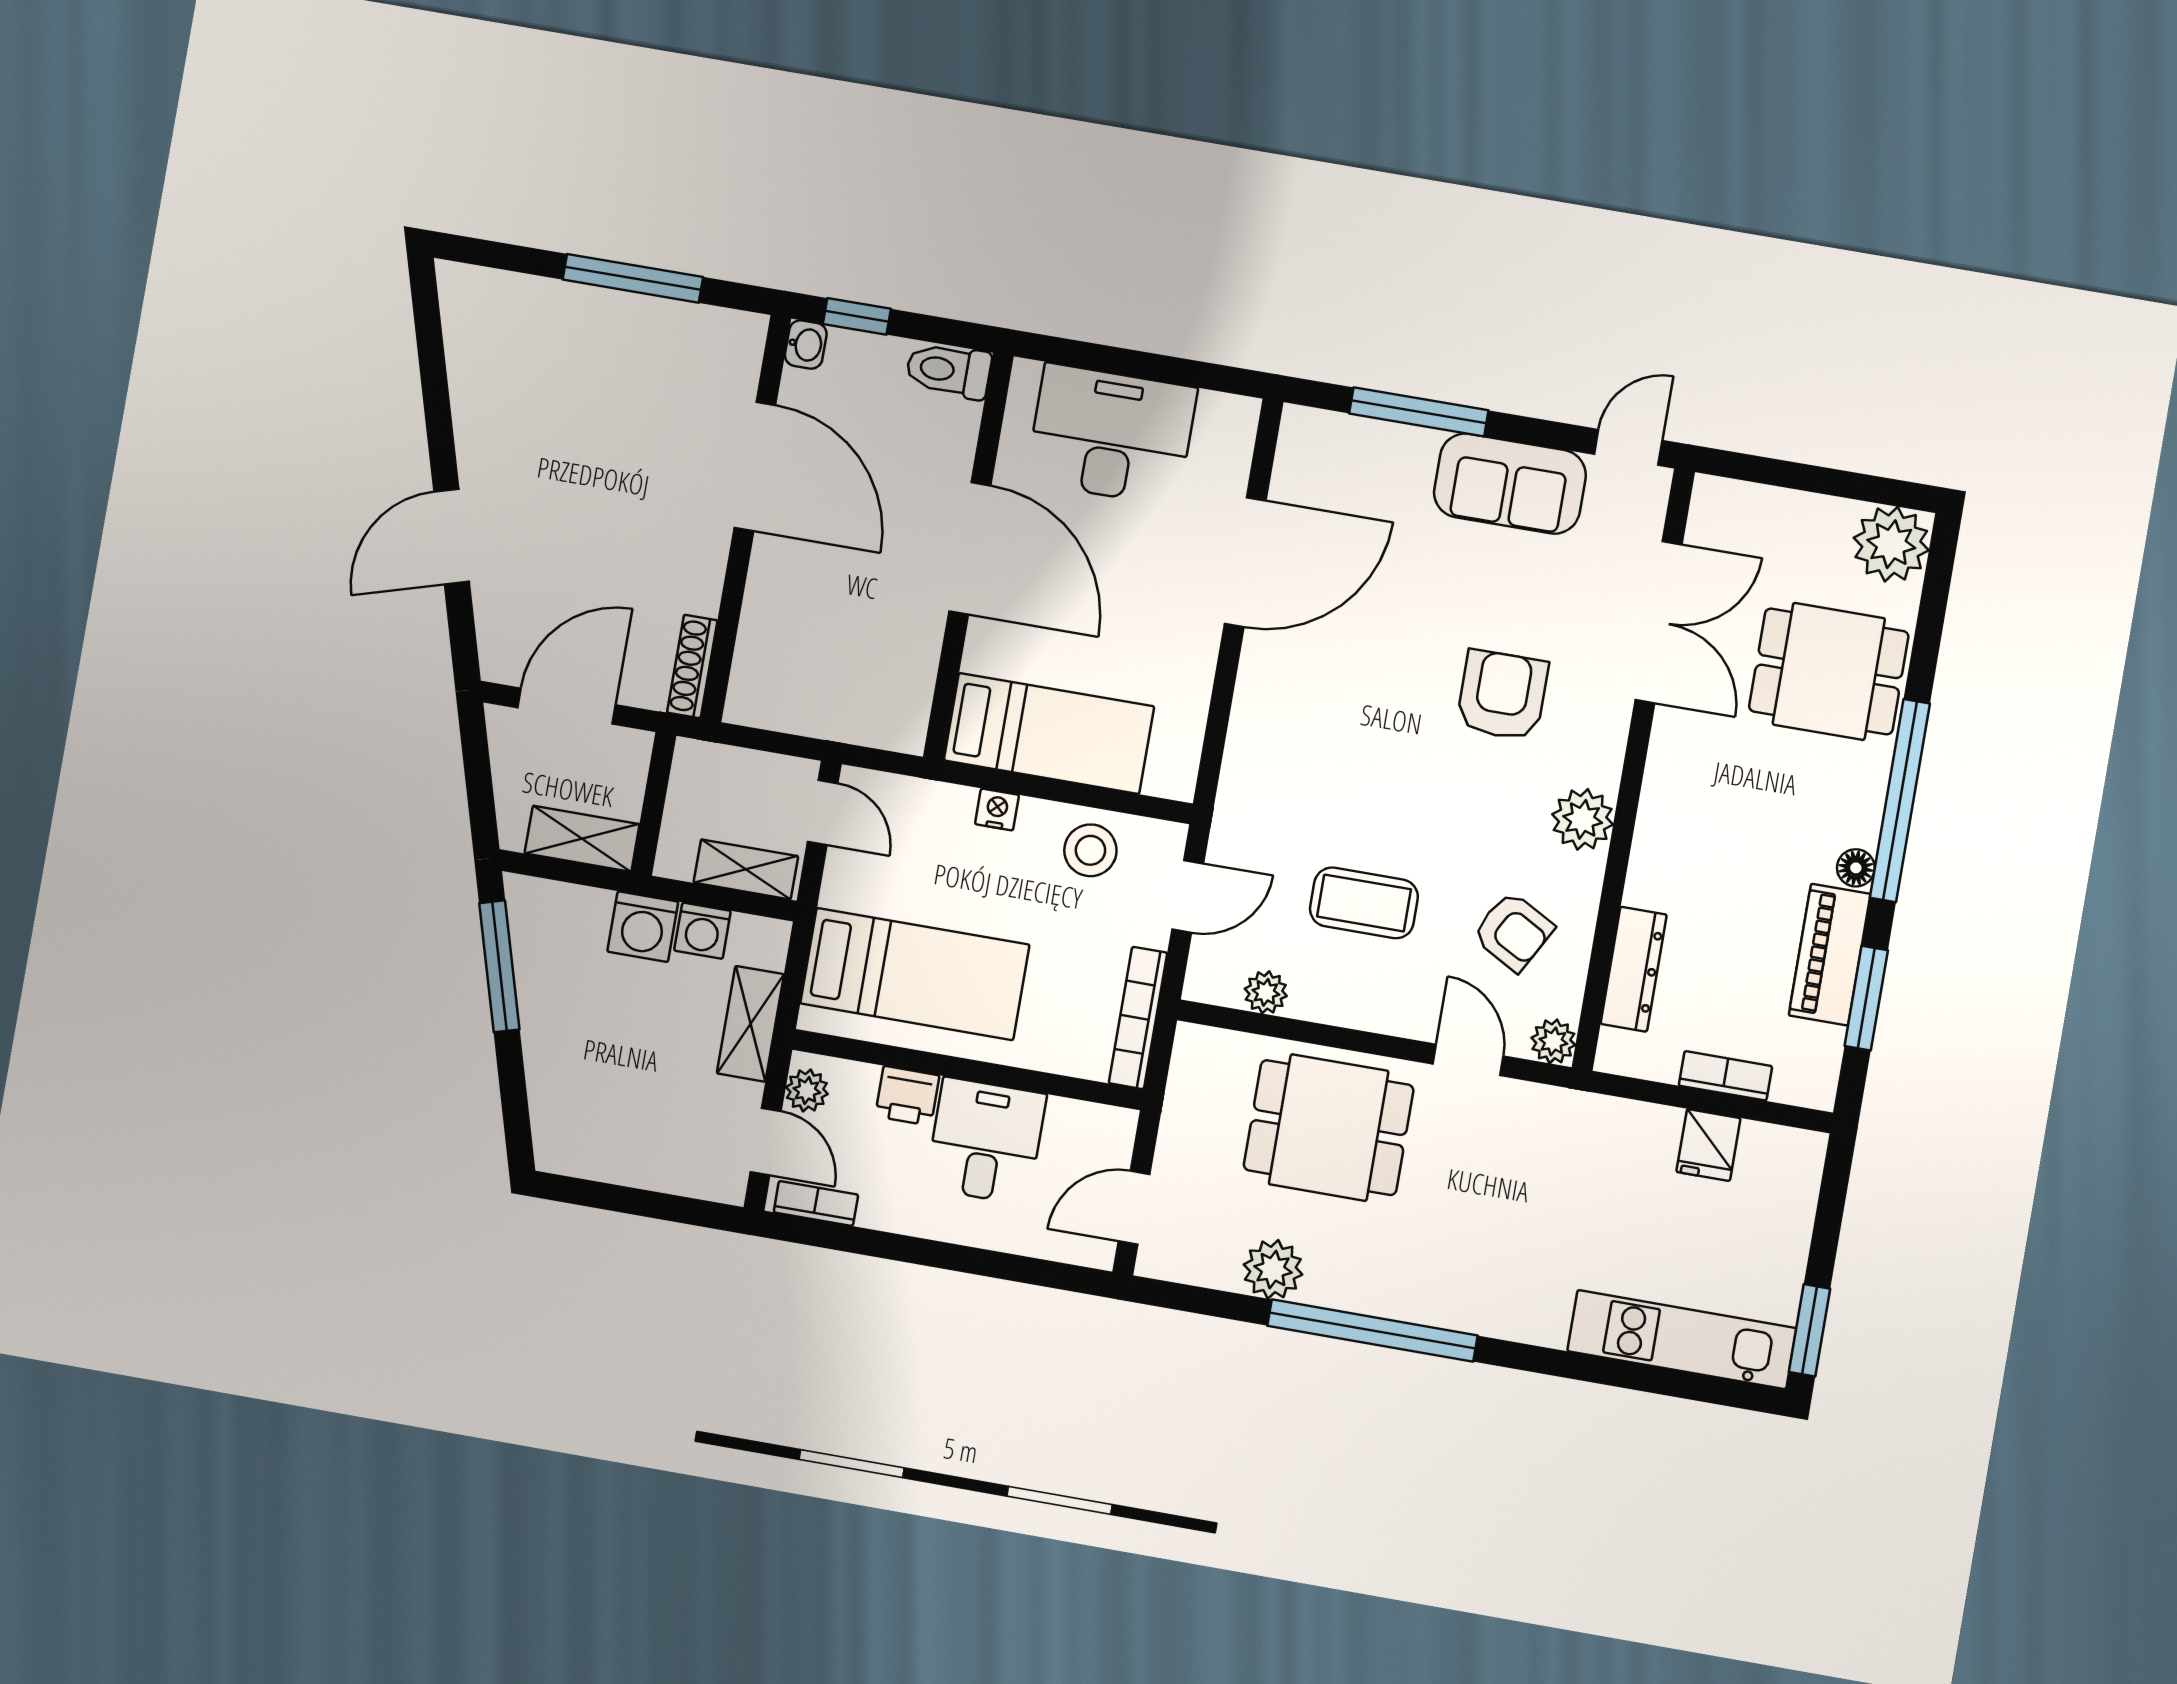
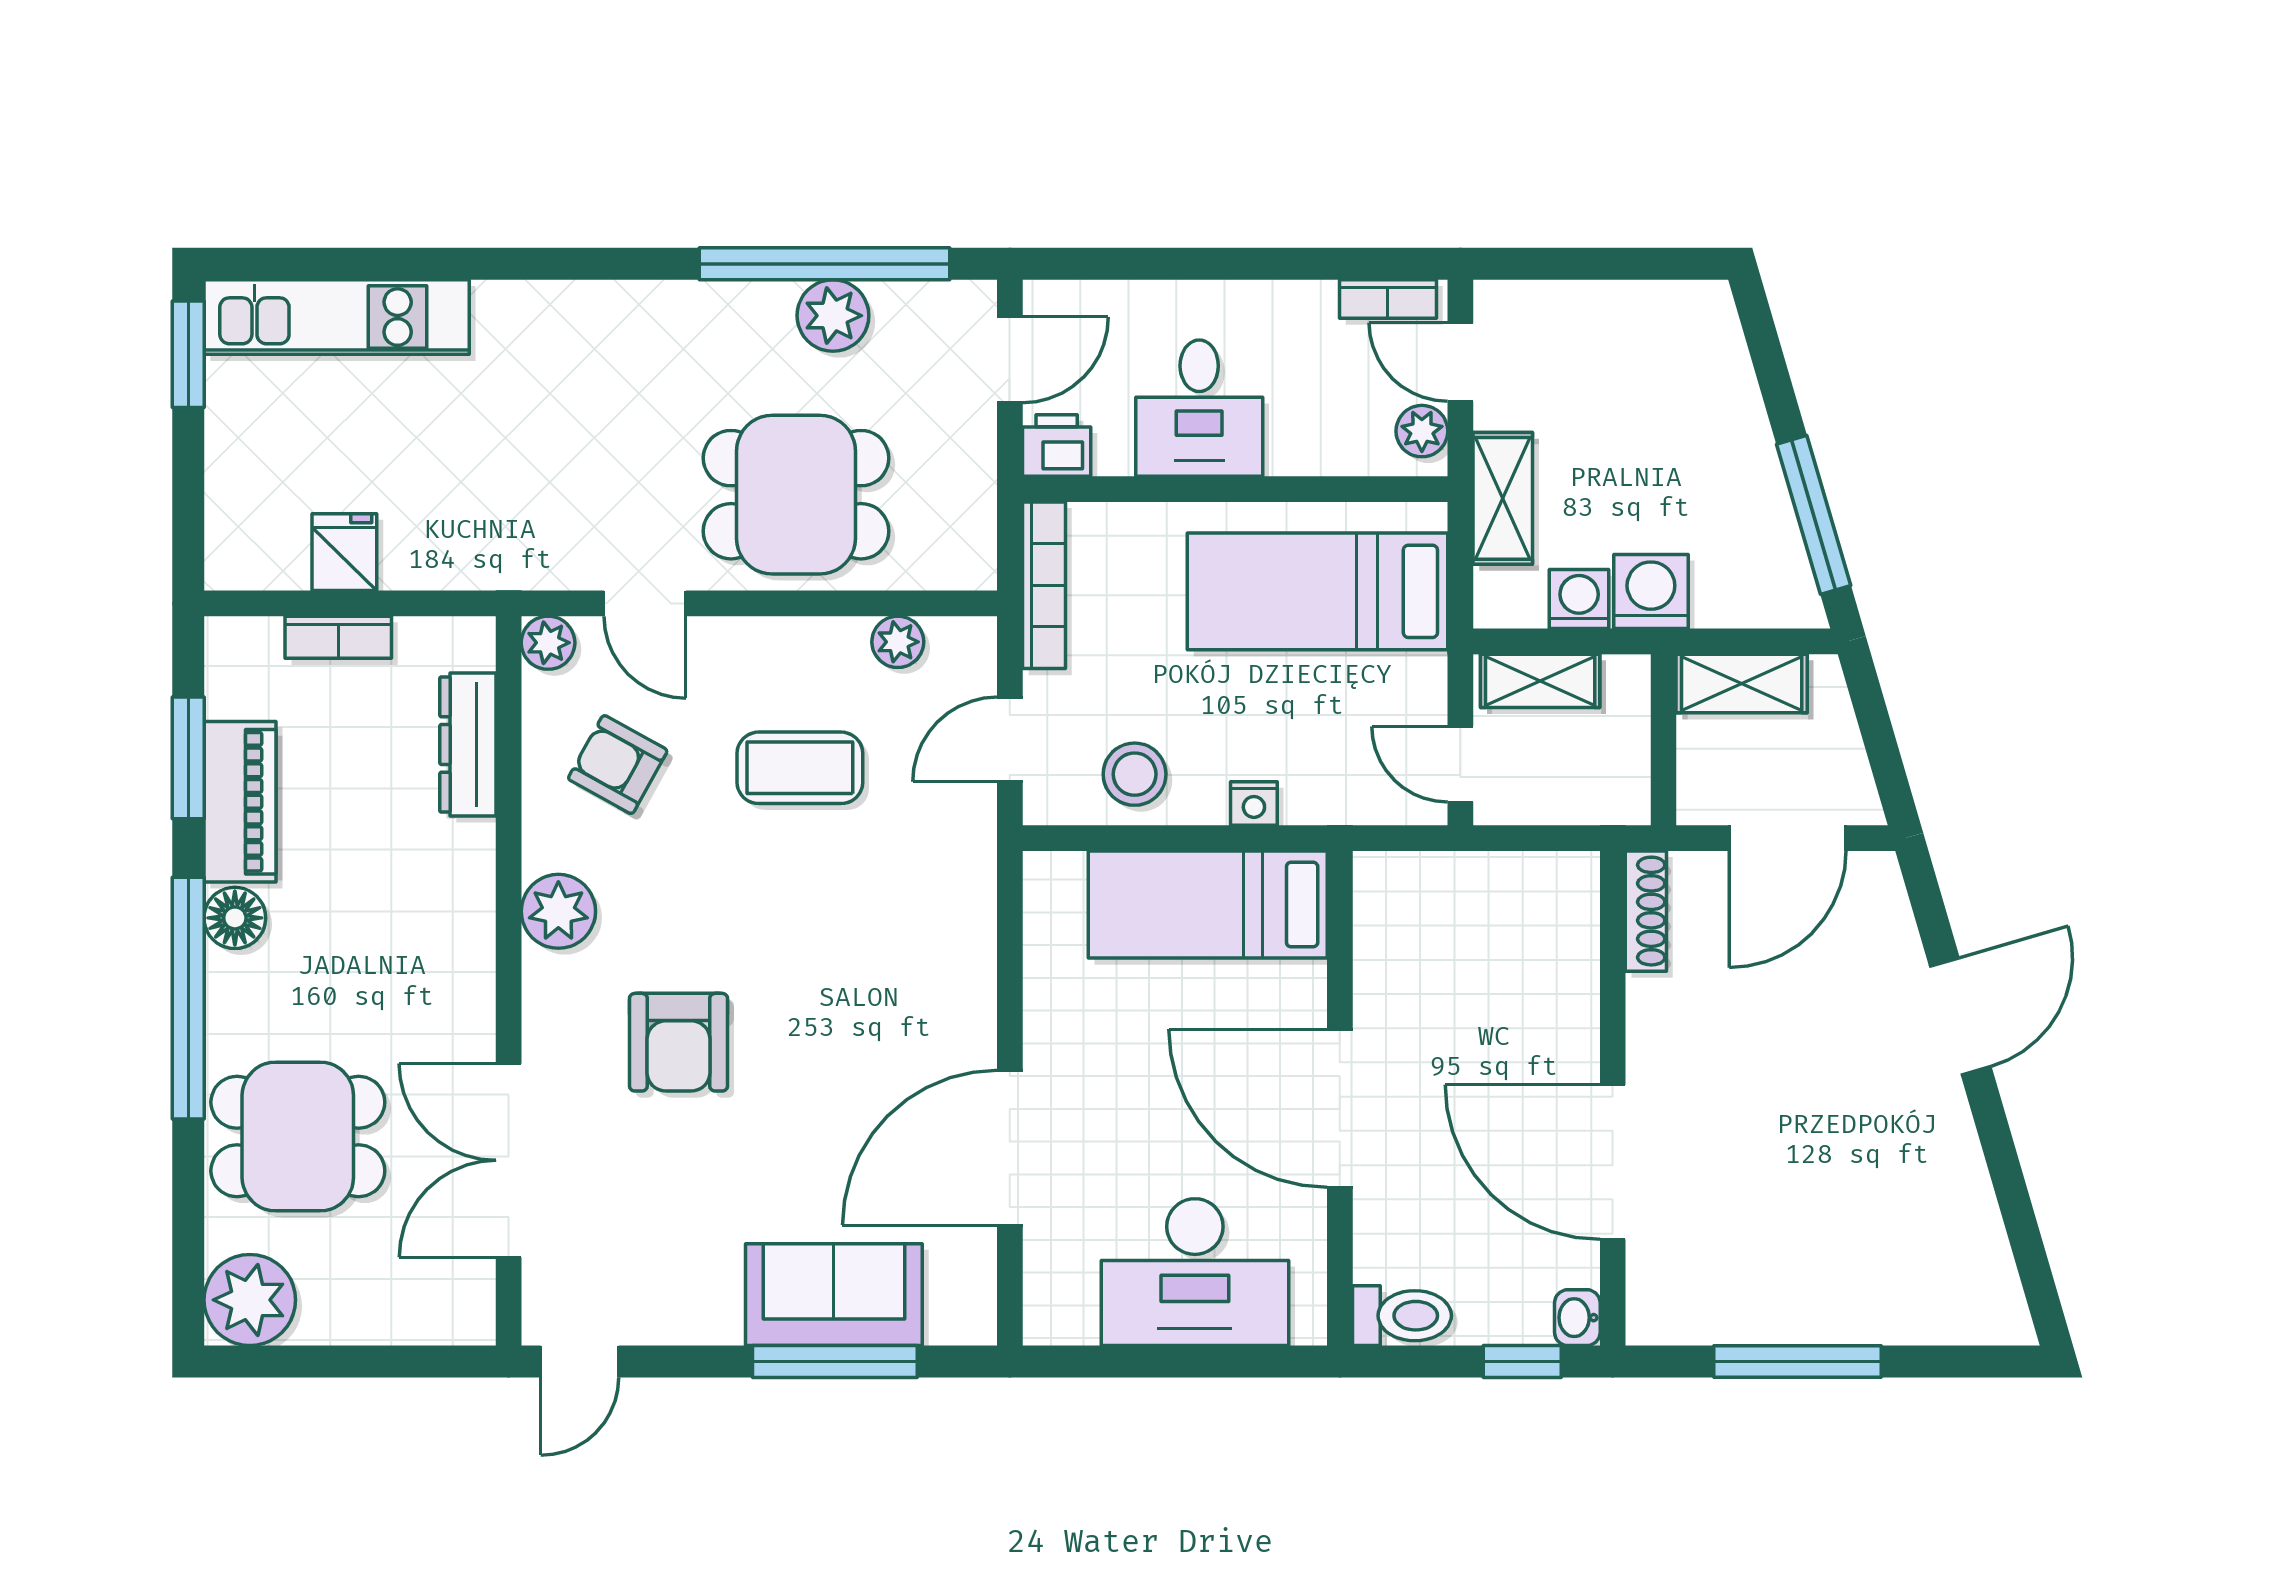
sofa: (1510, 484) -> (834, 1295), moved
floor lamp: (1856, 868) -> (235, 918), width x1.37, depth x1.37
printer: (907, 1096) -> (1057, 445), moved
window: (1372, 1331) -> (825, 264), moved

